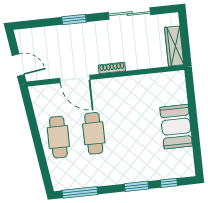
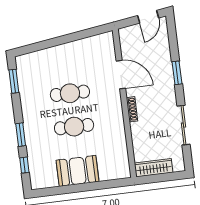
door: (18, 65) -> (148, 17), moved
door: (75, 79) -> (121, 75), swing flipped
cafe table: (58, 137) -> (74, 127), moved
window: (80, 192) -> (14, 81), width x0.69

